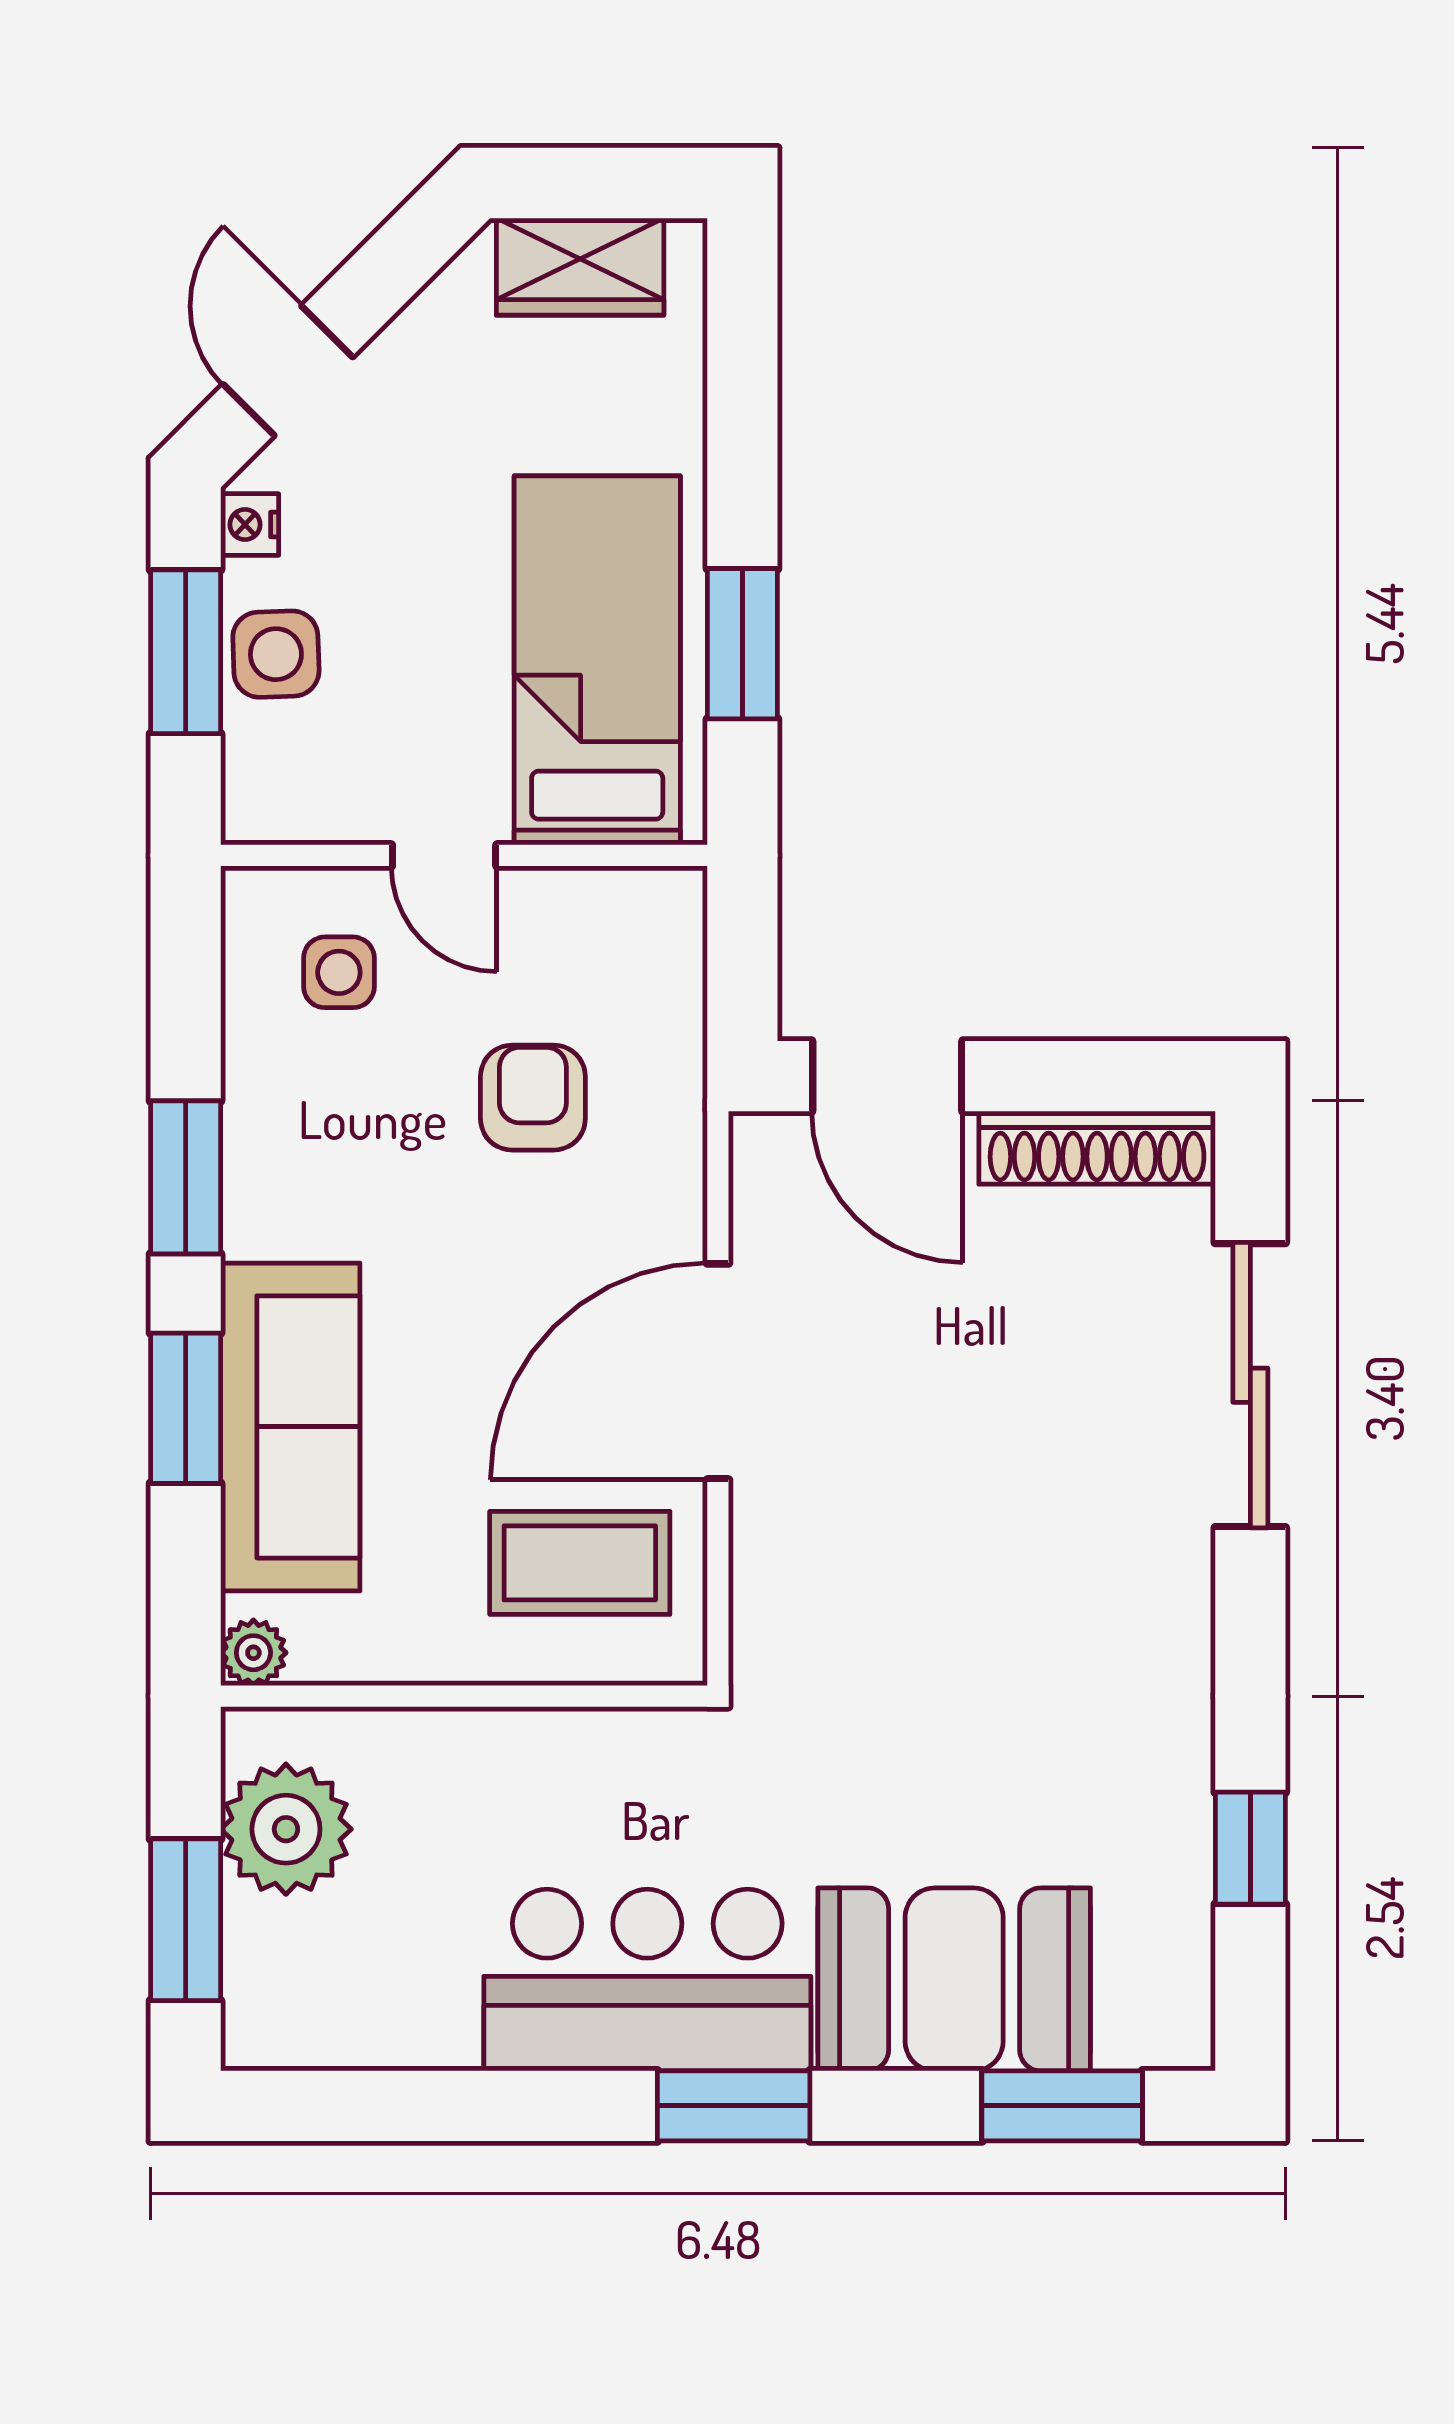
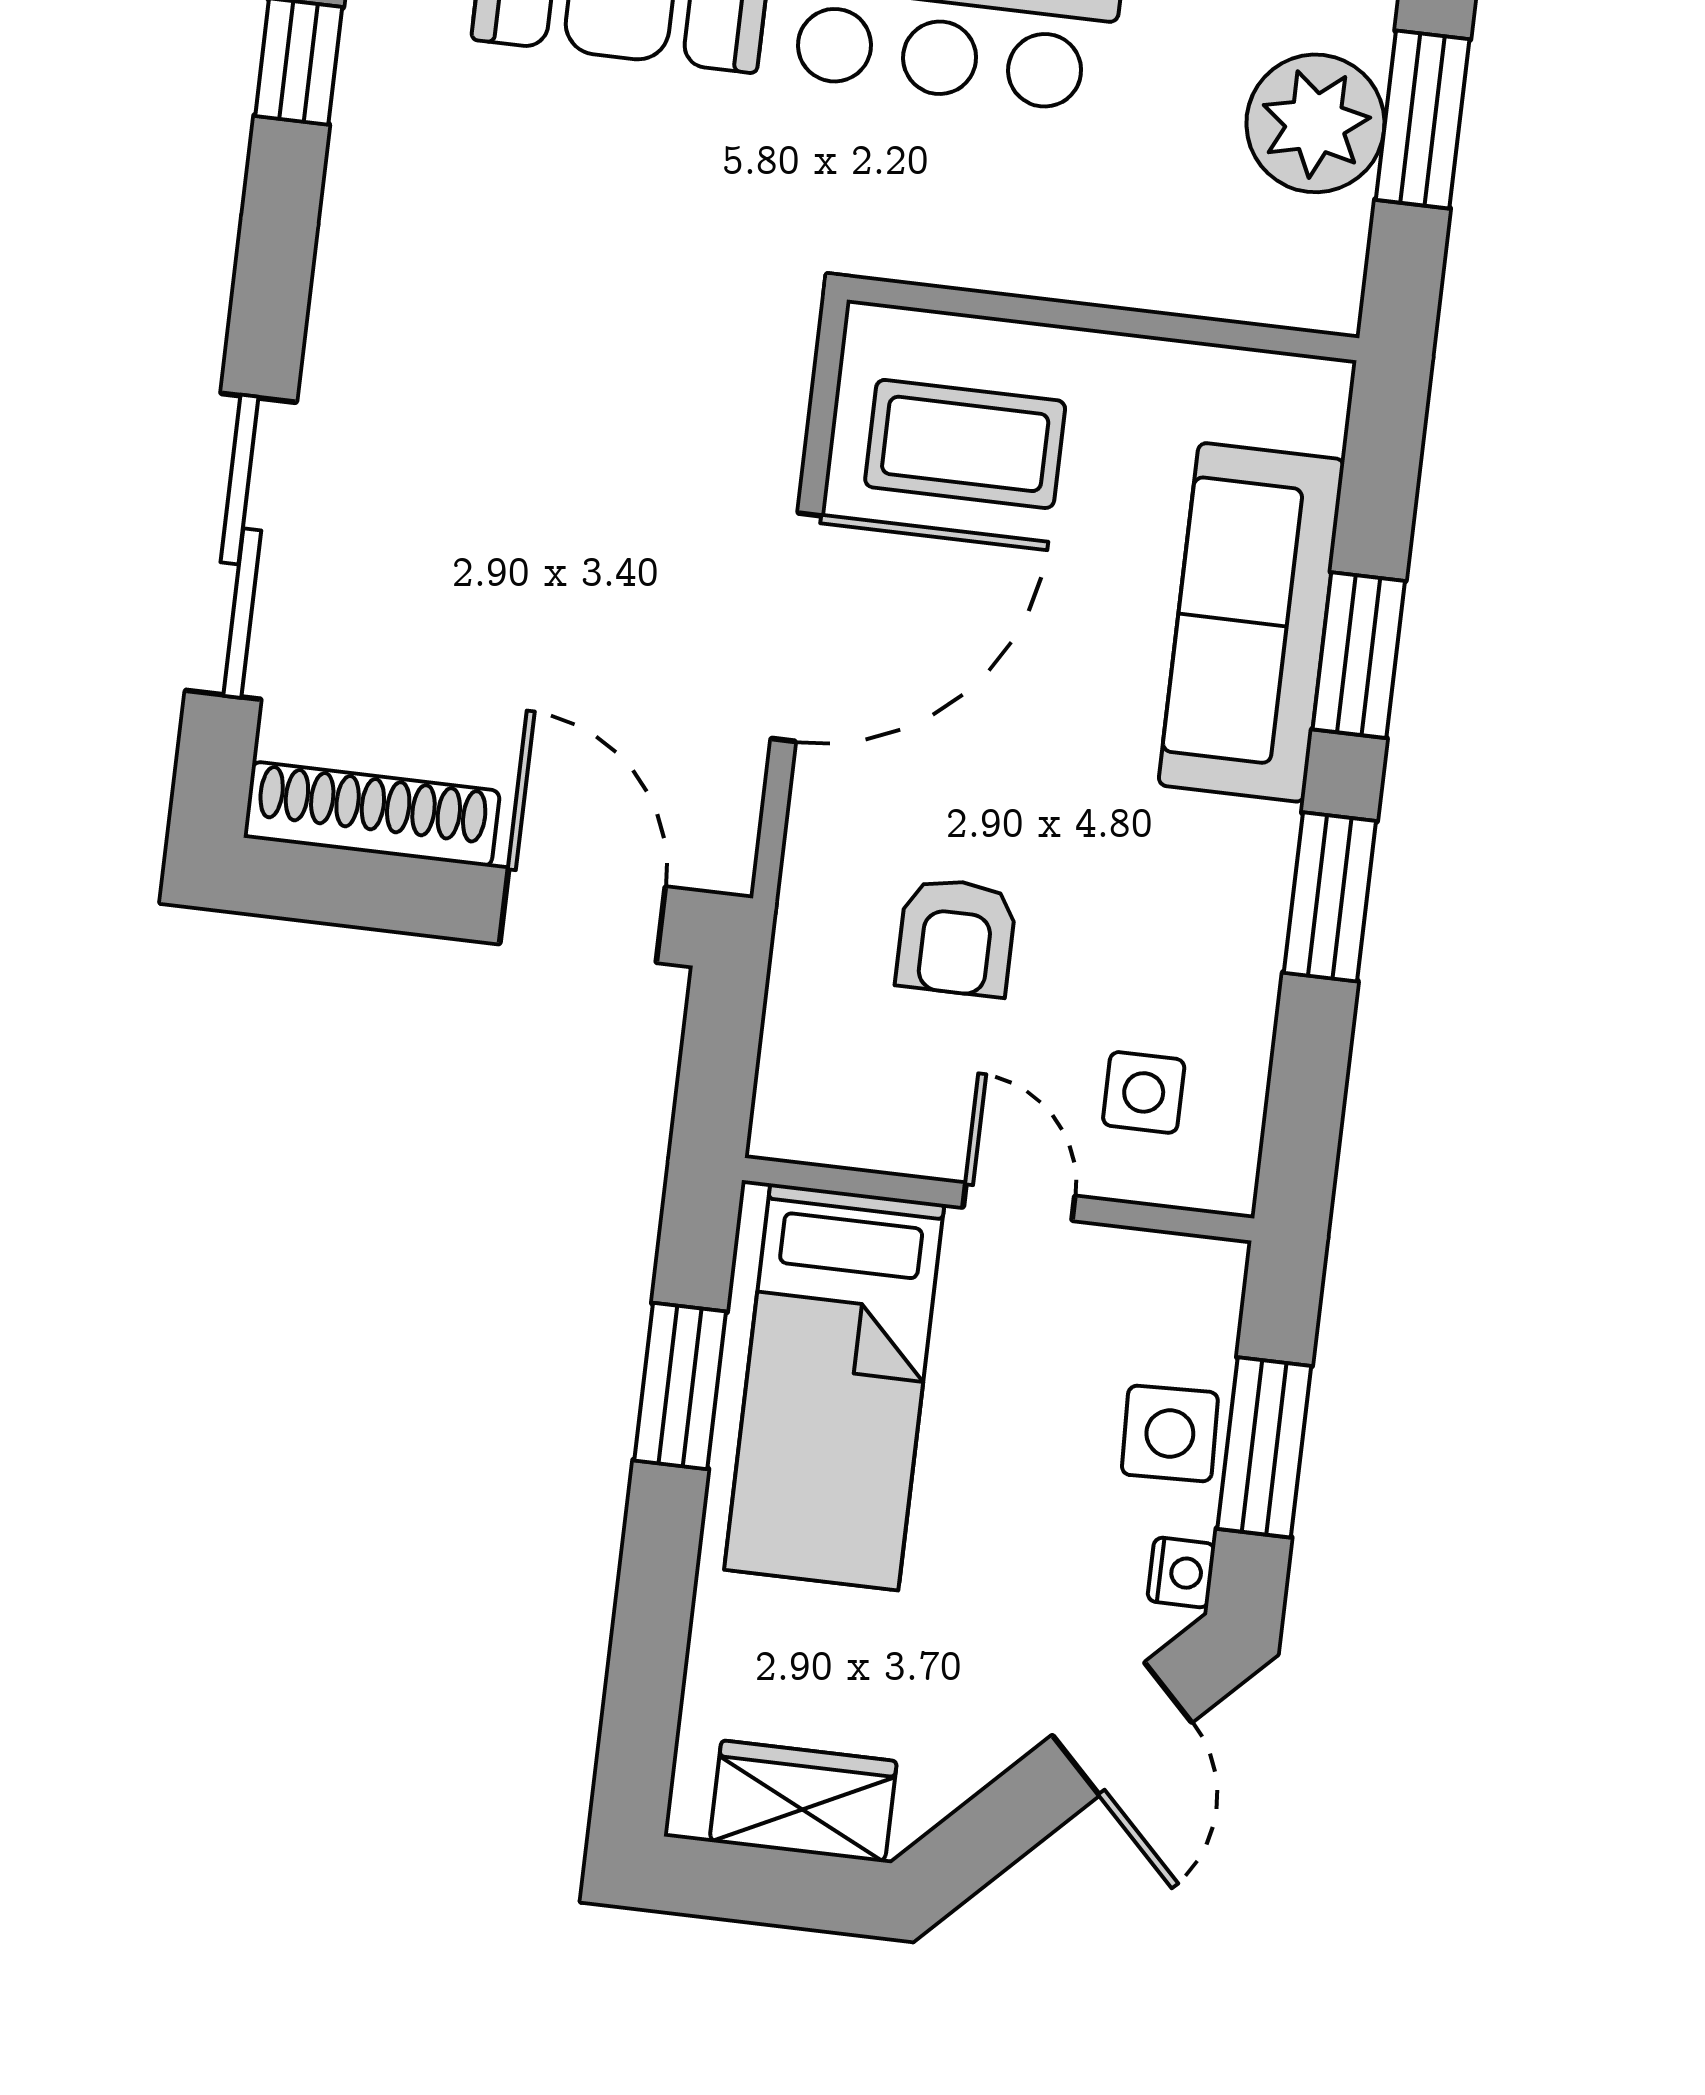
plant: (253, 1653) -> (1318, 391), removed
plant: (286, 1829) -> (1315, 123), moved

